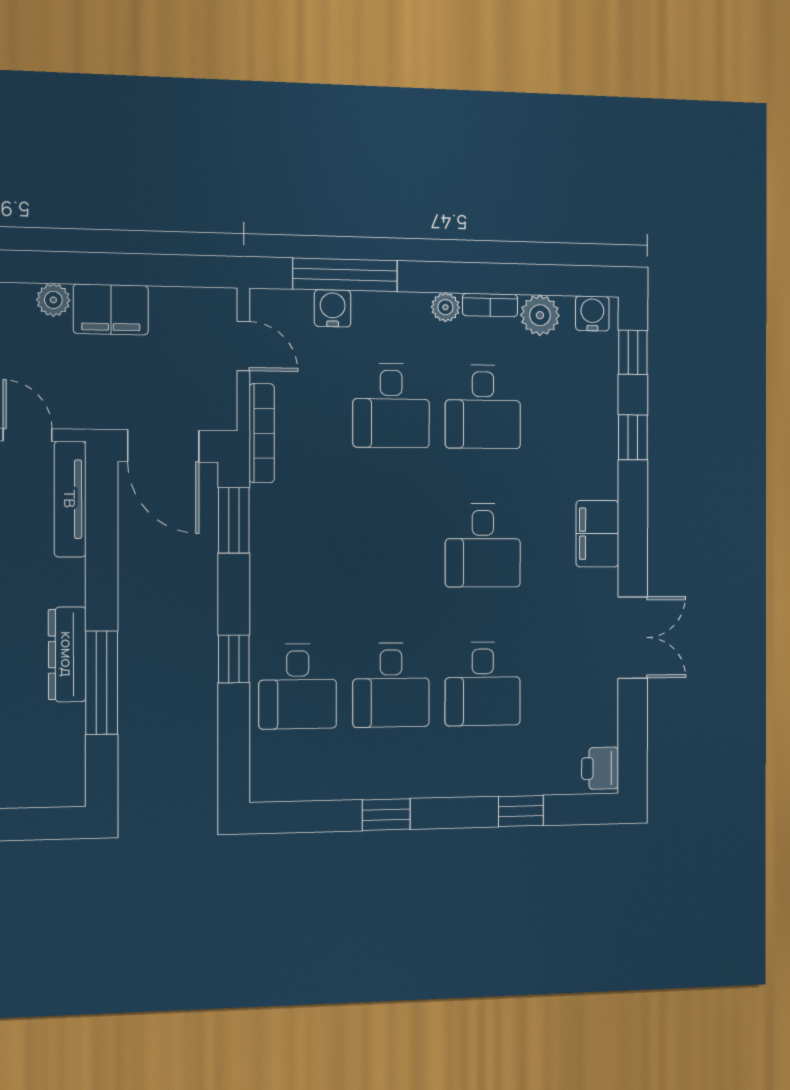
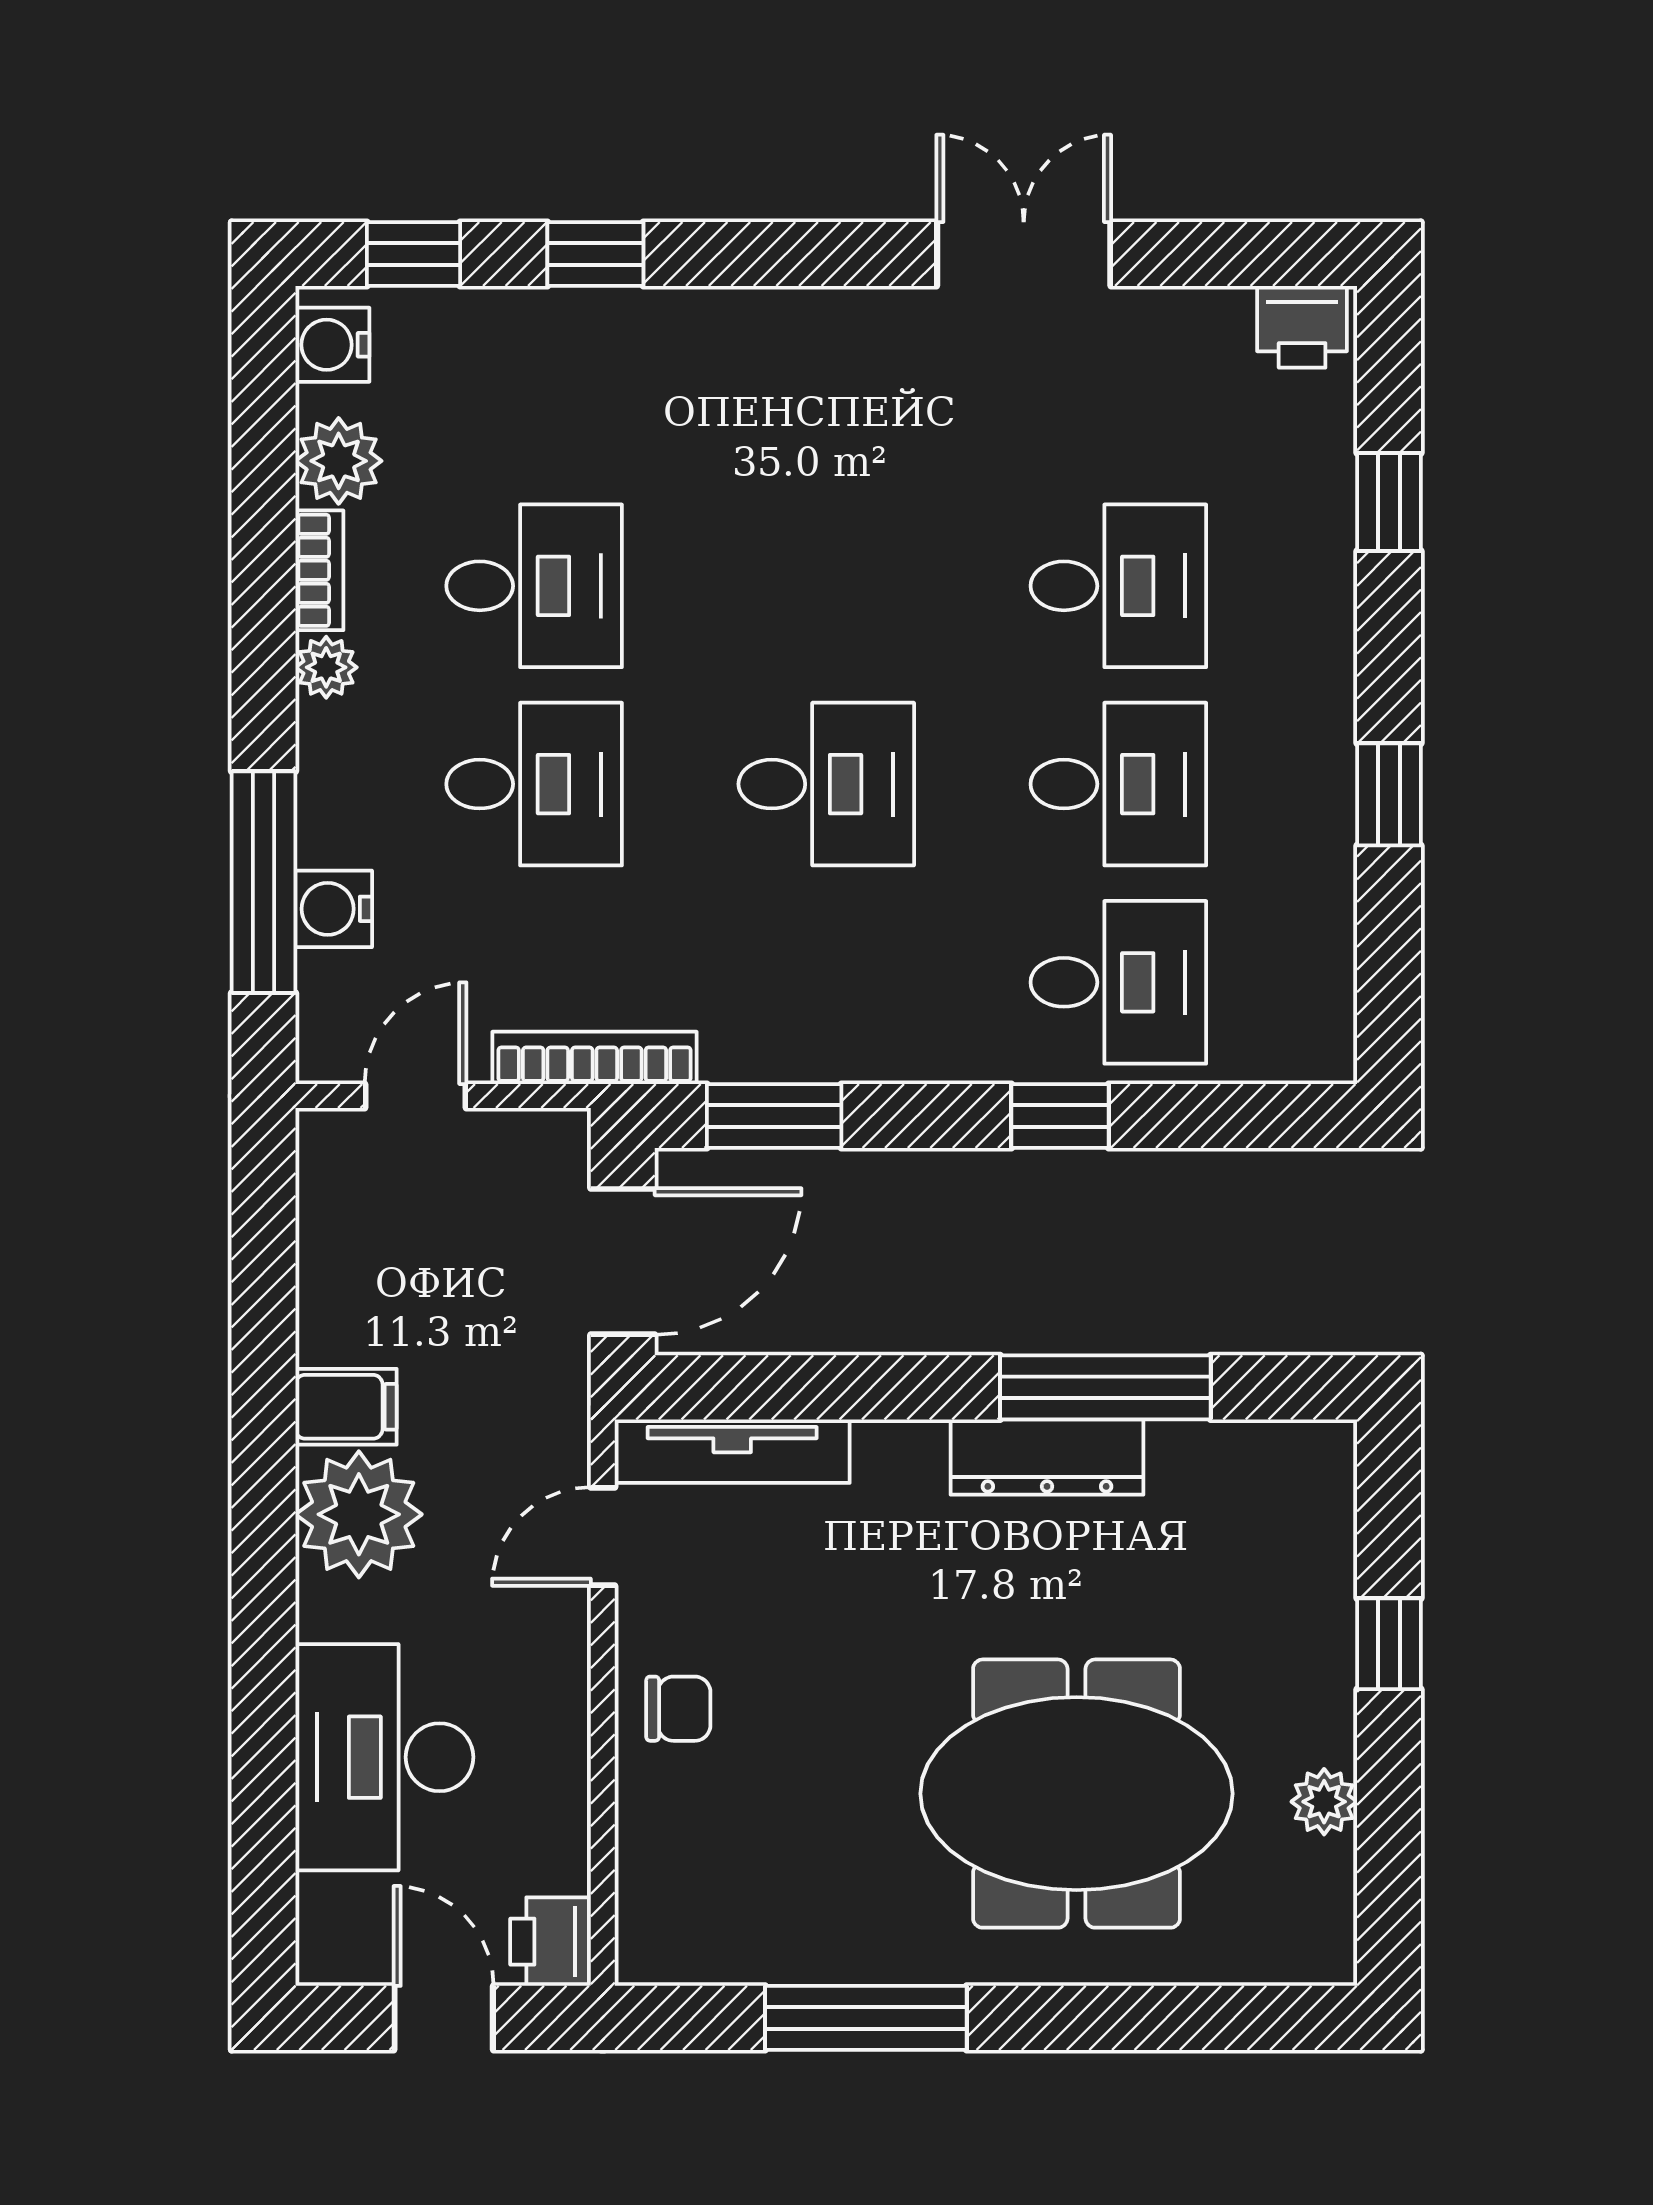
plant: (53, 300) -> (359, 1514), width x1.88, depth x1.88
filing cabinet: (111, 309) -> (346, 1407), width x0.50
filing cabinet: (597, 534) -> (802, 333), removed
desk: (483, 545) -> (826, 784), moved

